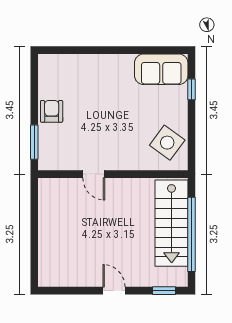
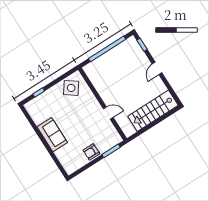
sofa: (161, 69) -> (52, 135), moved
door: (94, 174) -> (108, 113), hinge flipped
stairs: (172, 223) -> (153, 111), moved, turned 180

